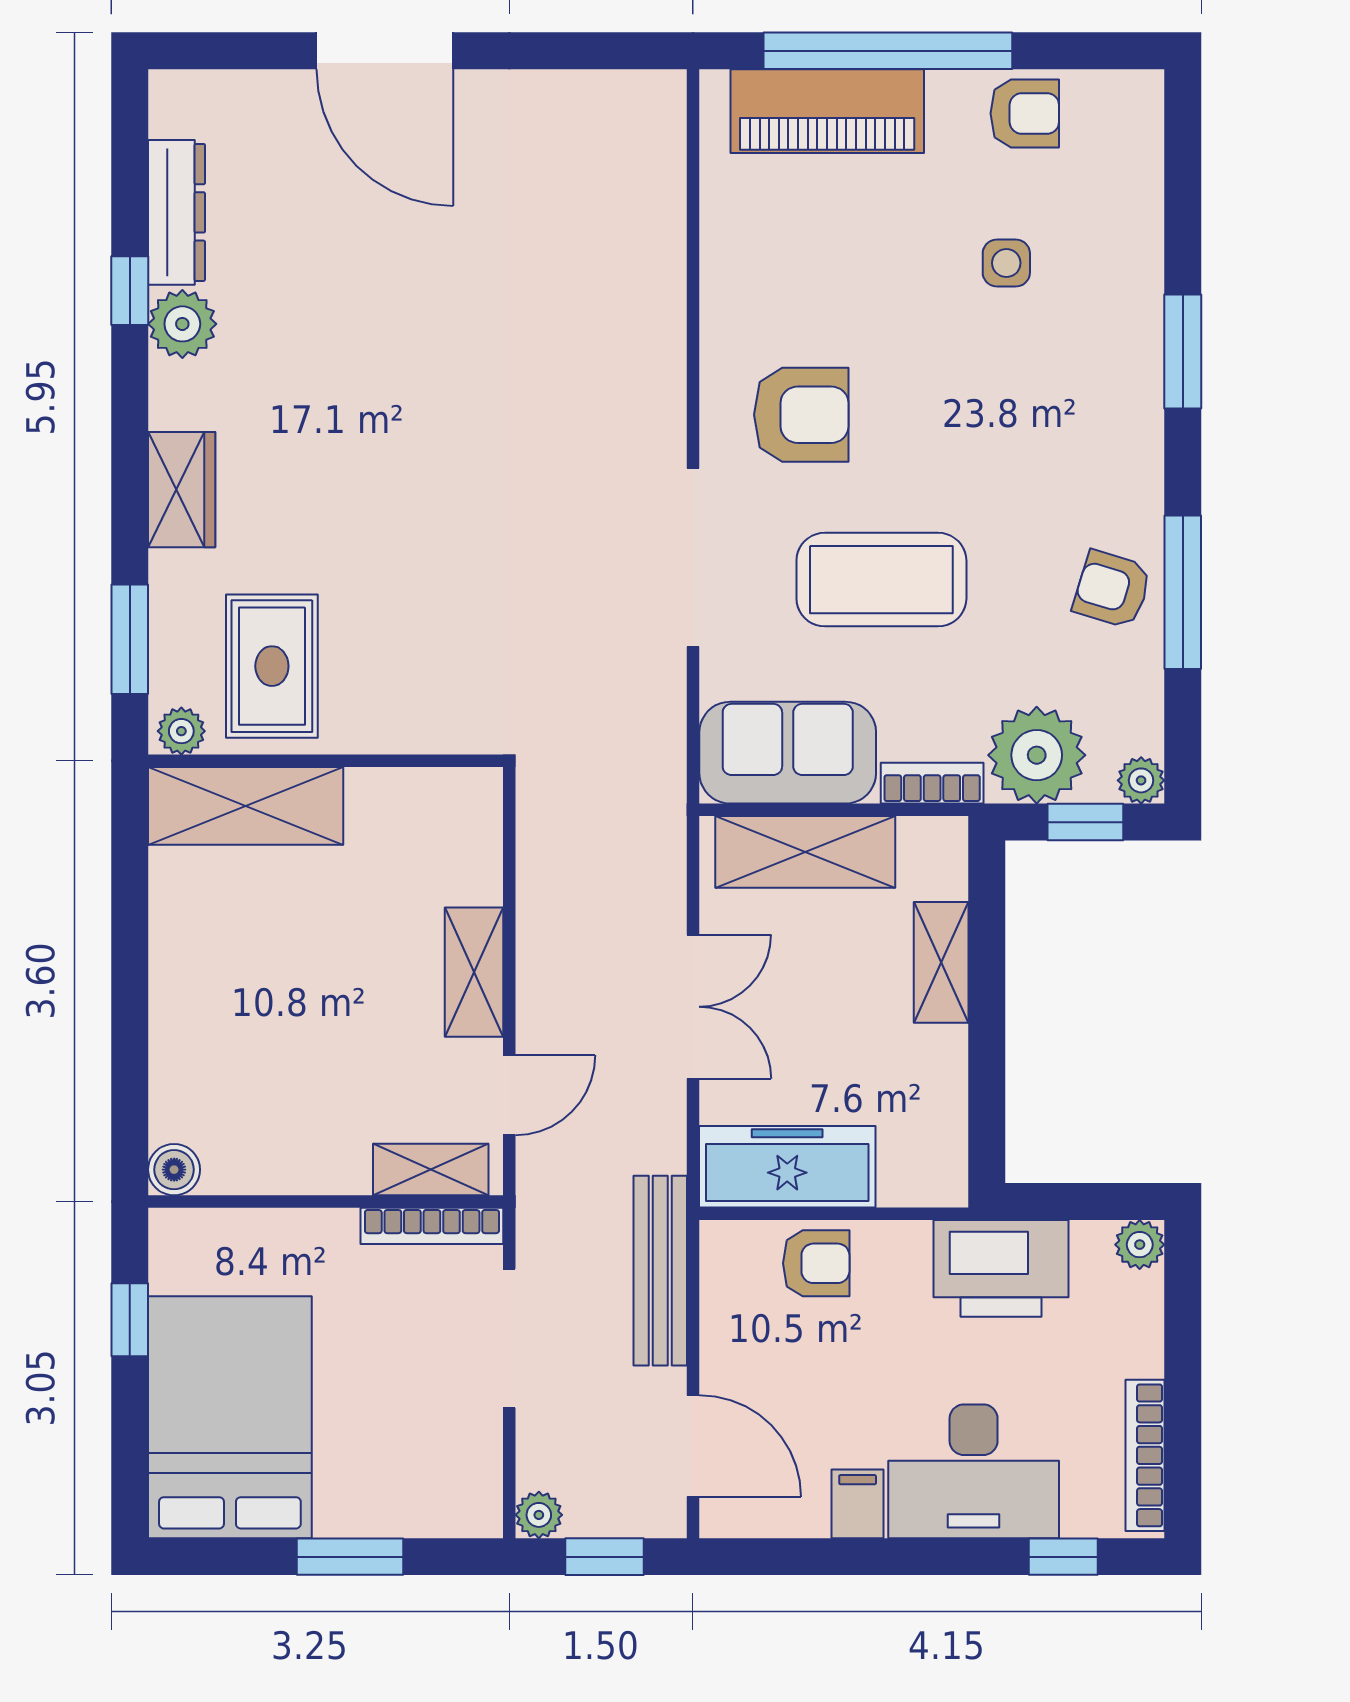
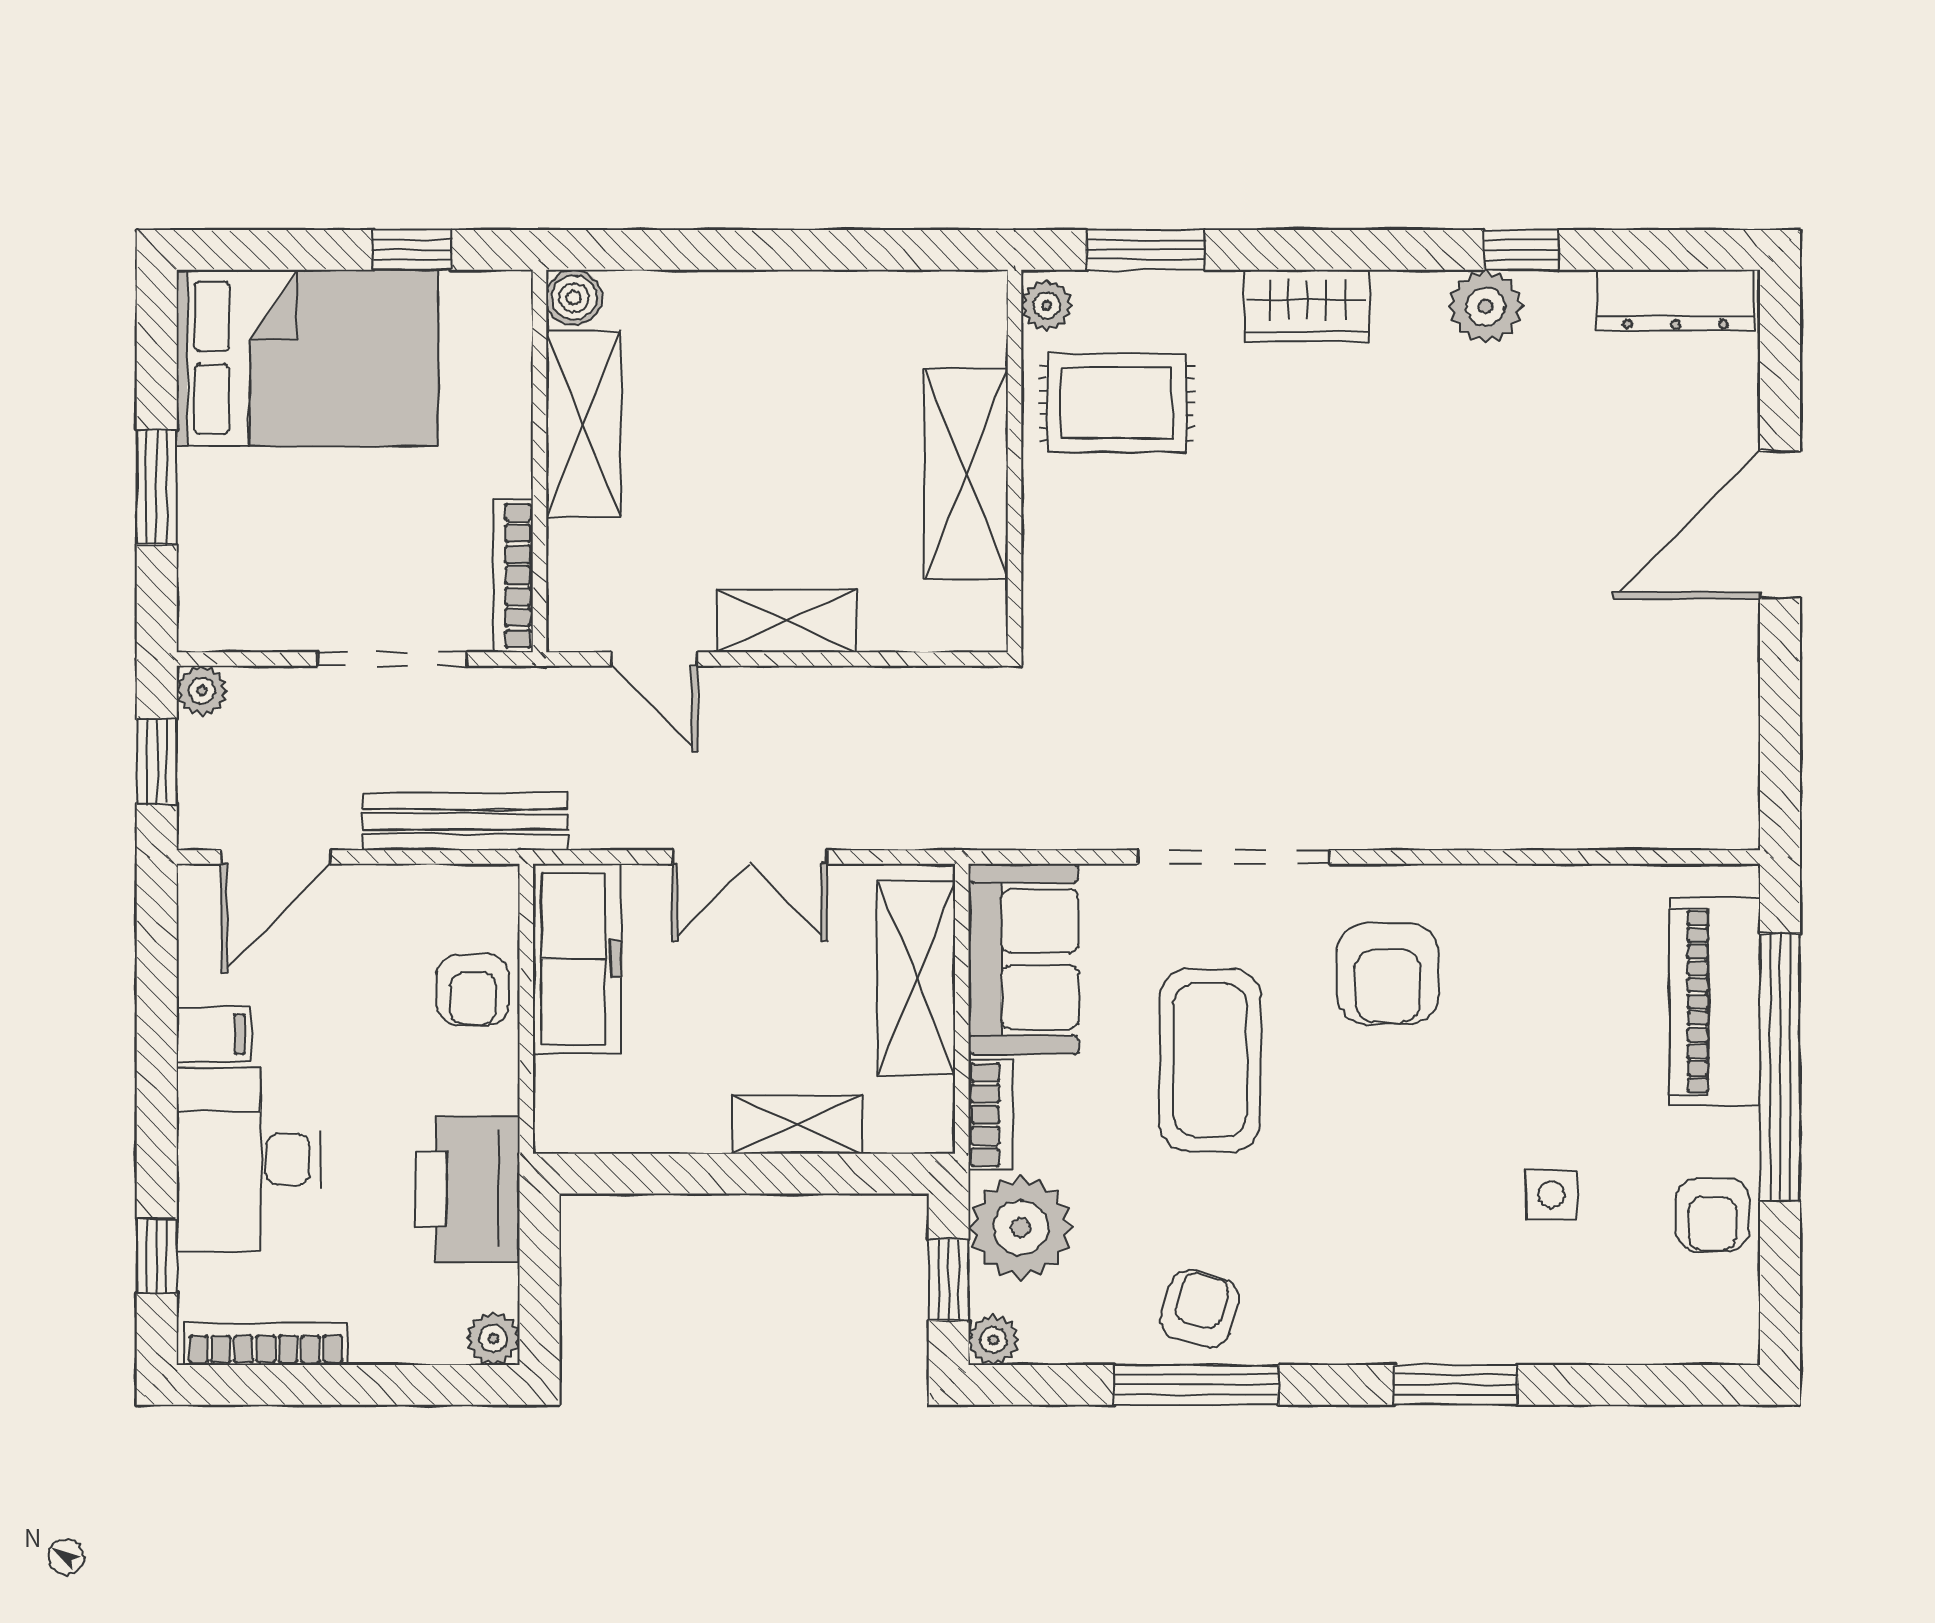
dresser: (177, 212) -> (1676, 300), moved
shelving: (246, 806) -> (966, 474), moved
shelving: (431, 1170) -> (583, 424), moved, width x1.50, depth x1.33

